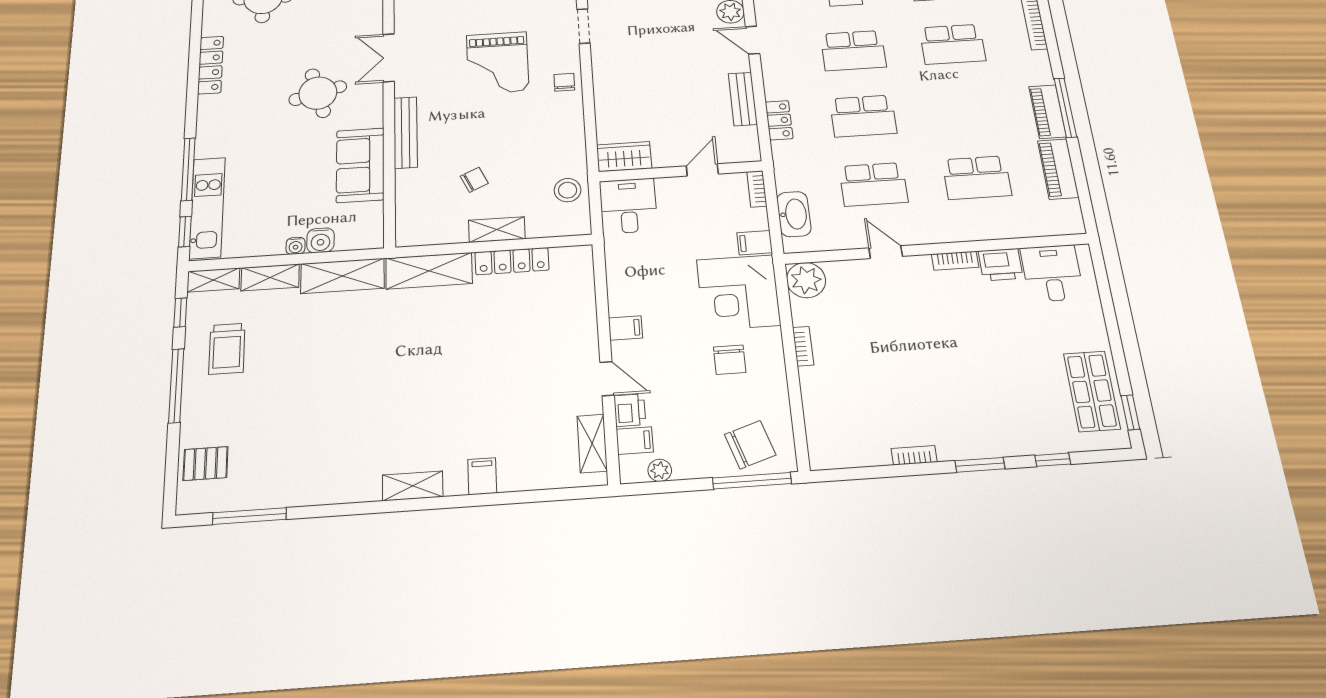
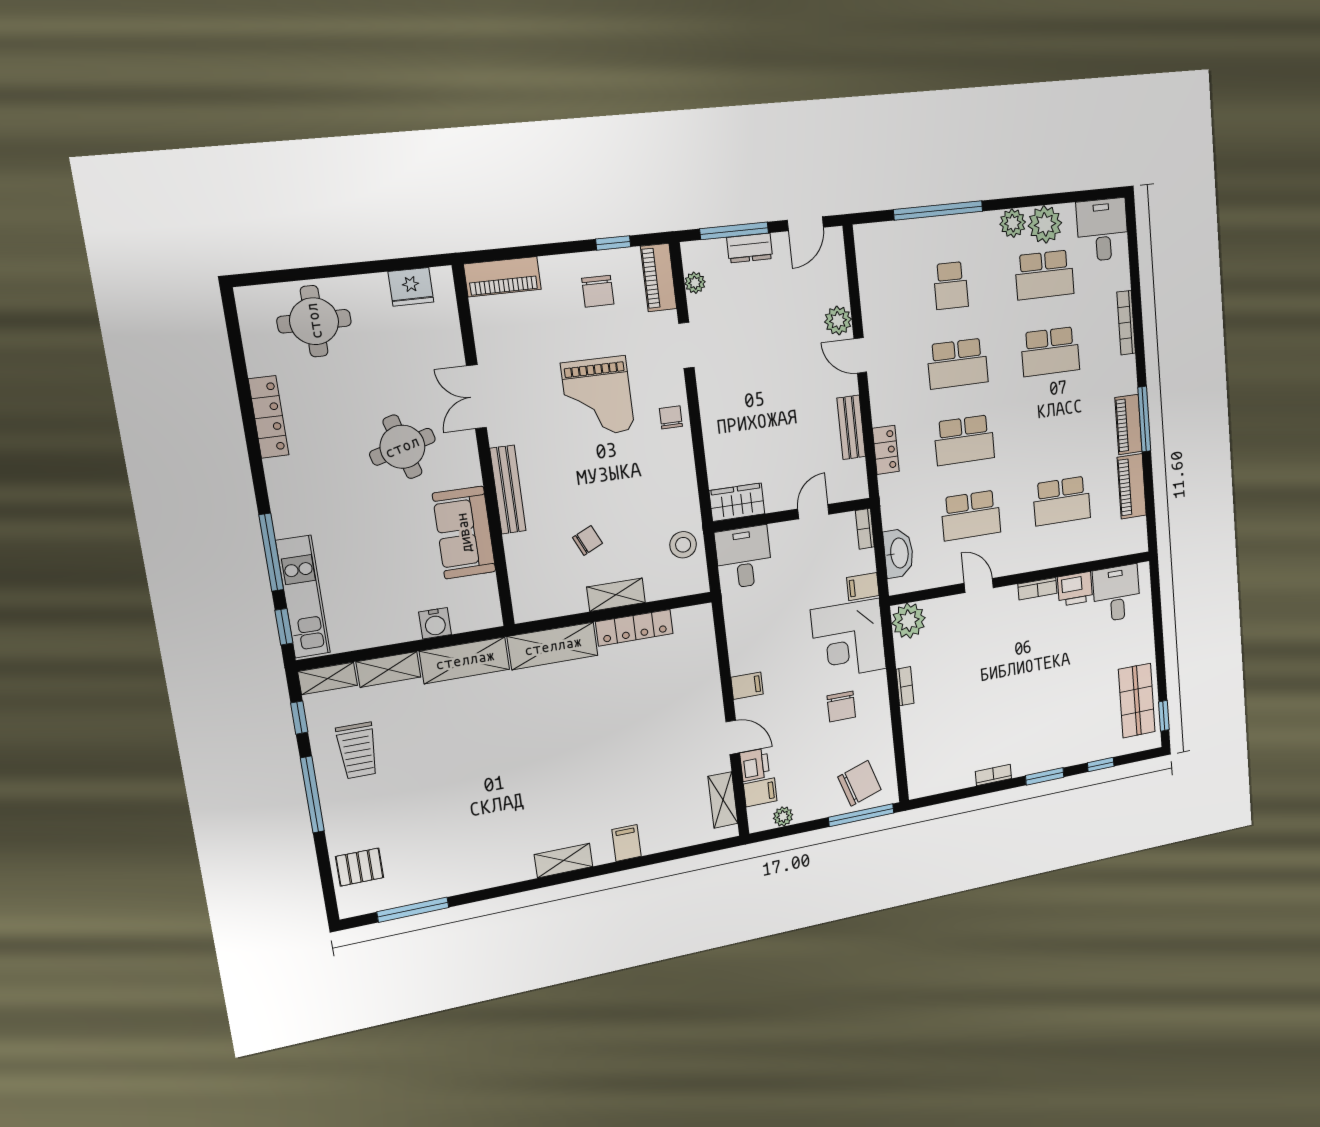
water cooler: (296, 246) -> (409, 632), removed

